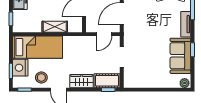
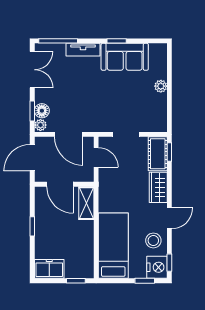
shelving: (55, 27) -> (86, 203), moved
nightstand: (20, 68) -> (157, 267), moved, turned -90
plant: (185, 83) -> (161, 86), moved

